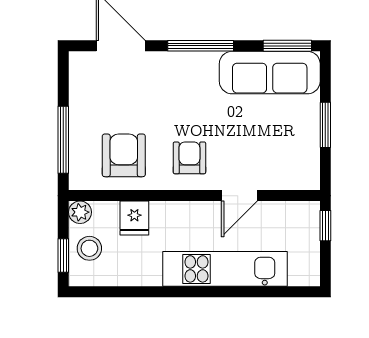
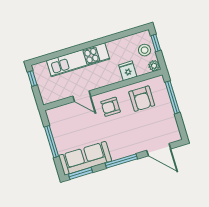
window: (325, 125) -> (51, 142), width x1.44
armchair: (189, 158) -> (111, 107), turned 90
door: (239, 196) -> (82, 96), swing flipped
window: (325, 226) -> (32, 78), moved

